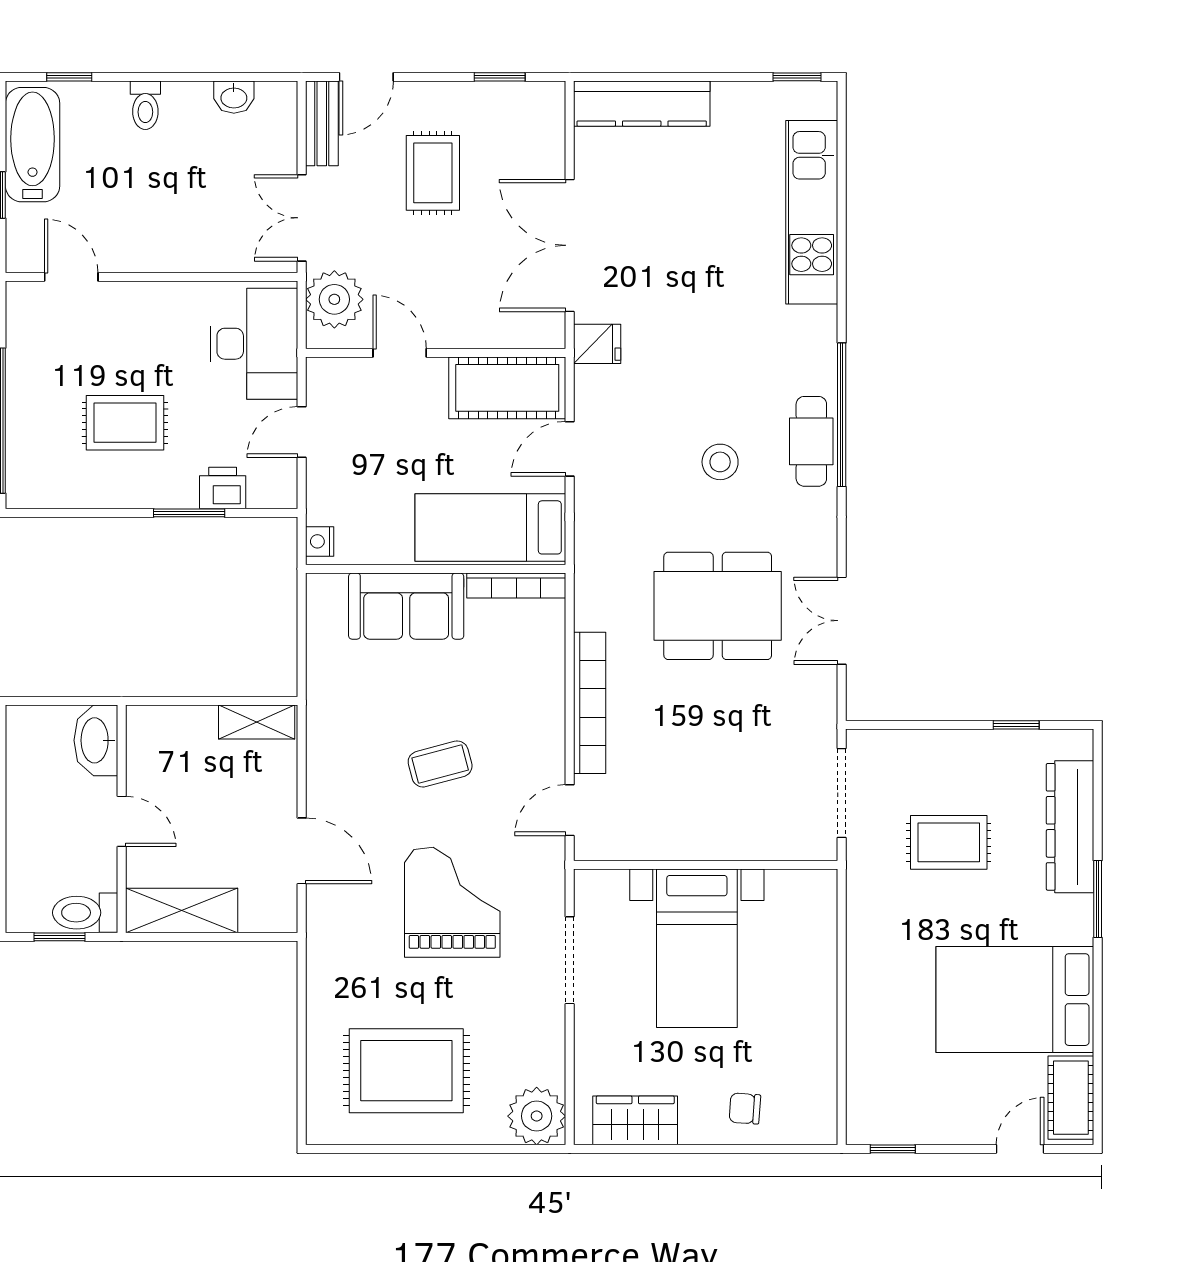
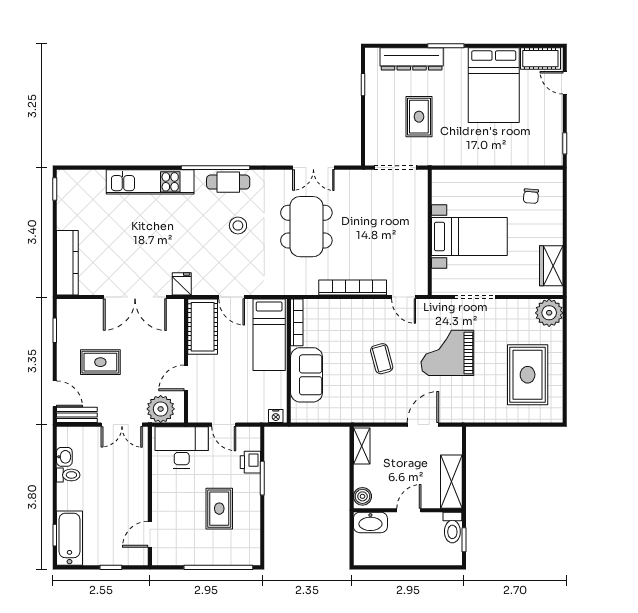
toilet: (145, 105) -> (68, 475), moved
bathtub: (33, 145) -> (69, 538), moved, turned 90
kitchen unit: (812, 212) -> (150, 182), moved
boiler: (151, 724) -> (362, 496), added
chair: (745, 1109) -> (531, 196), moved

